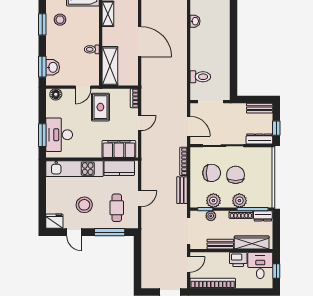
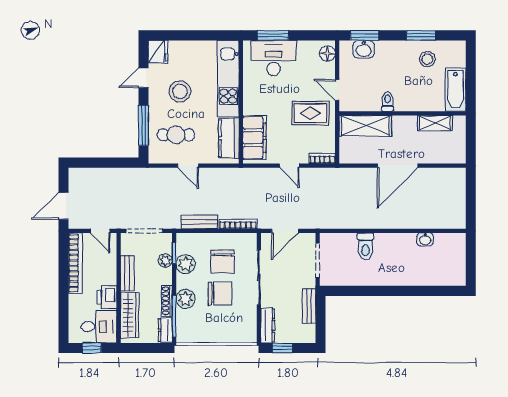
toilet: (200, 77) -> (365, 246), moved
bench: (260, 108) -> (309, 306), moved

